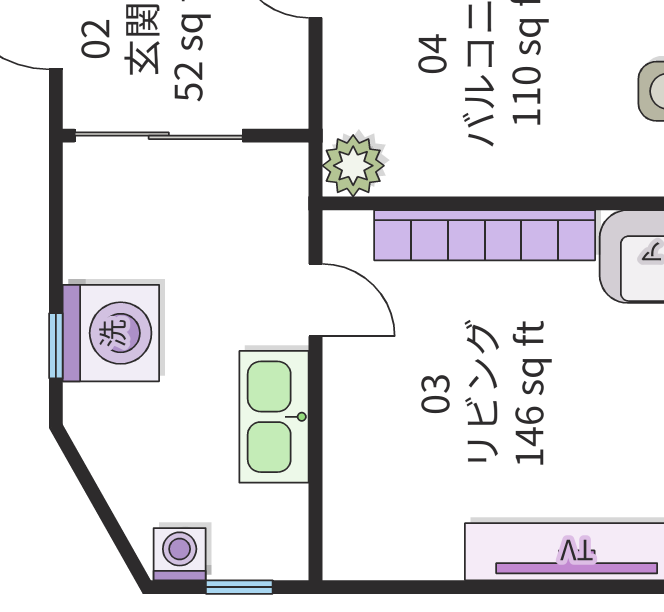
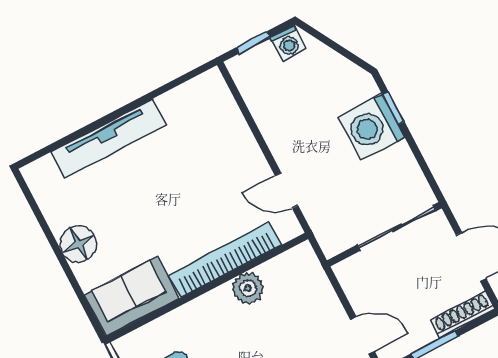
plant: (353, 166) -> (248, 288), moved
kitchen sink: (274, 417) -> (278, 128), removed

